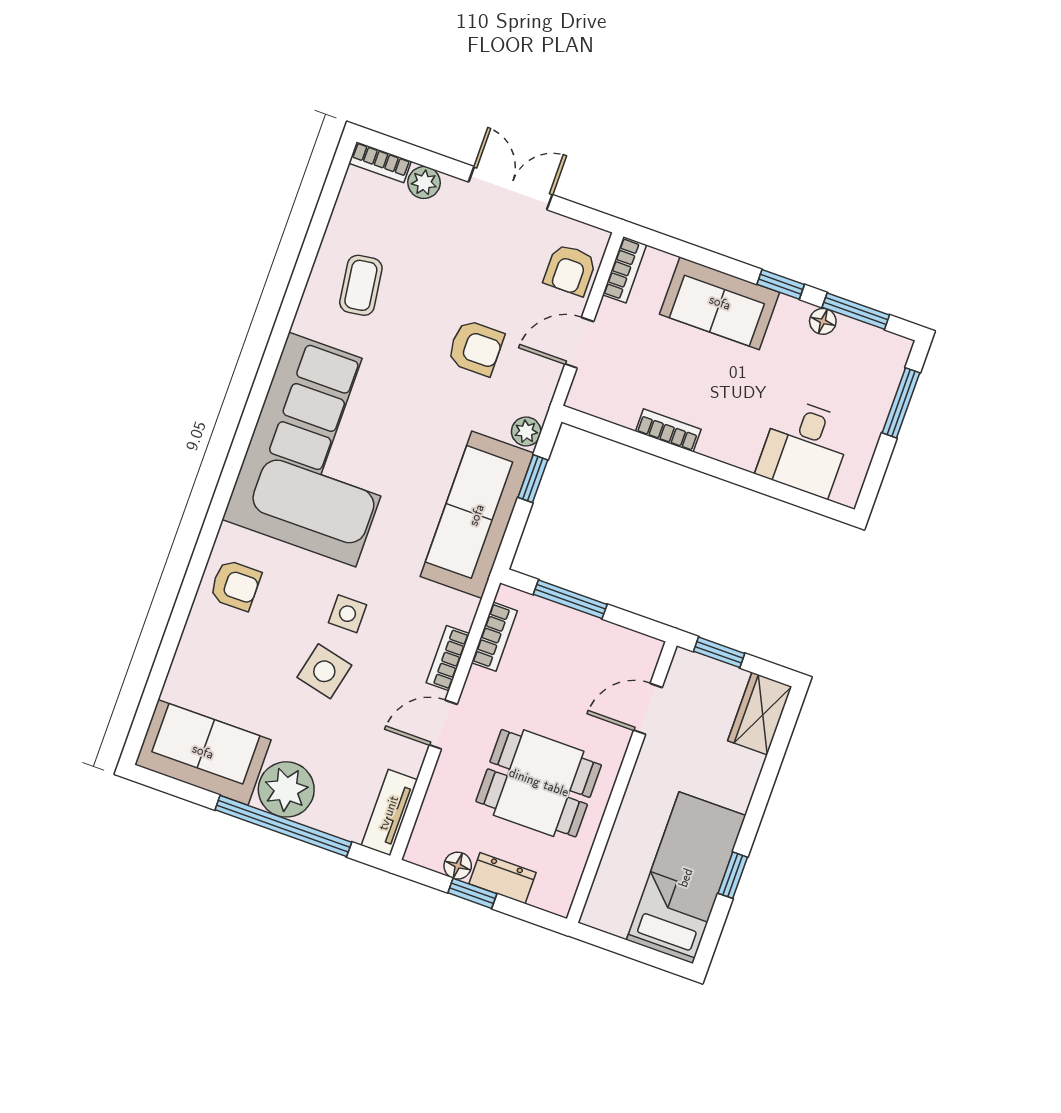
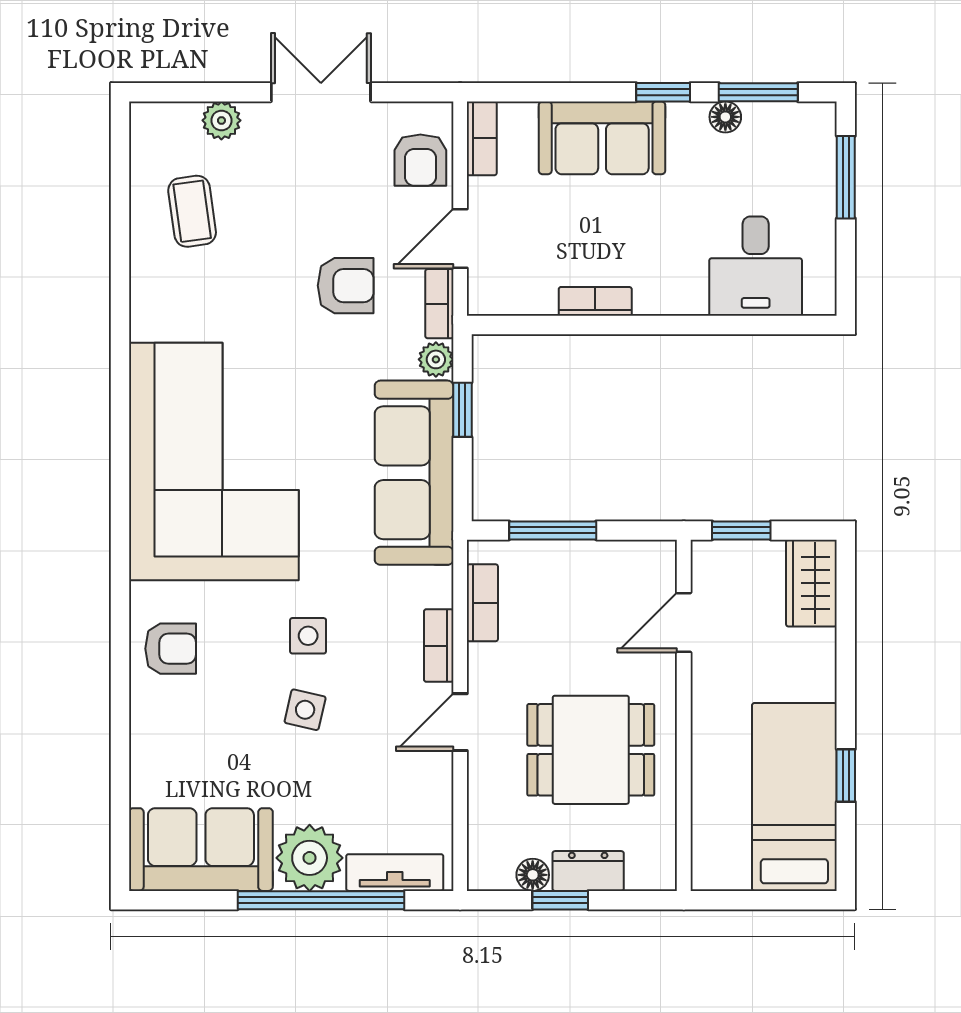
bookcase: (380, 162) -> (439, 304), moved, turned 90
coffee table: (361, 285) -> (192, 211), moved
side table: (324, 671) -> (305, 710), width x0.73, depth x0.73
tv unit: (389, 813) -> (395, 873), moved, turned 90

